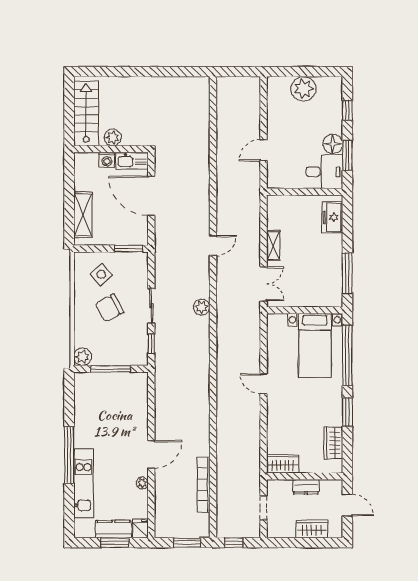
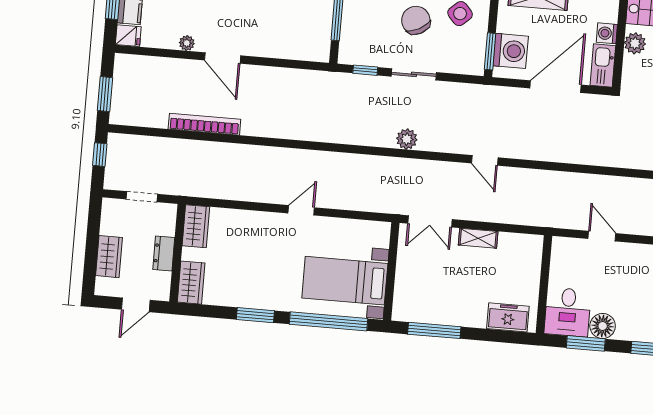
washing machine: (127, 233) -> (511, 51), added
wardrobe: (333, 443) -> (191, 283), moved, turned 90
bookcase: (203, 485) -> (204, 124), moved

